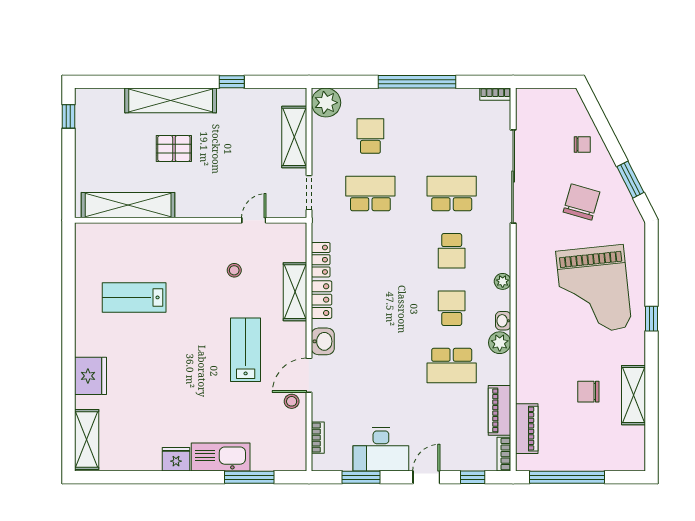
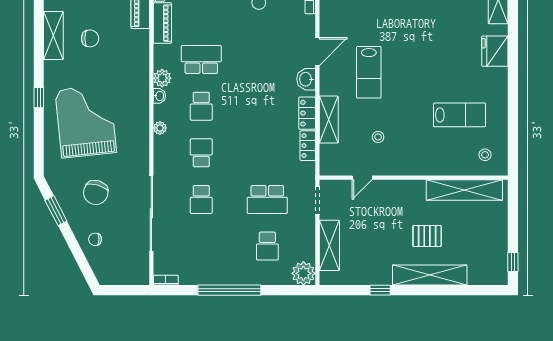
school desk: (452, 193) -> (201, 199), width x0.54
stool: (292, 401) -> (485, 155), moved

